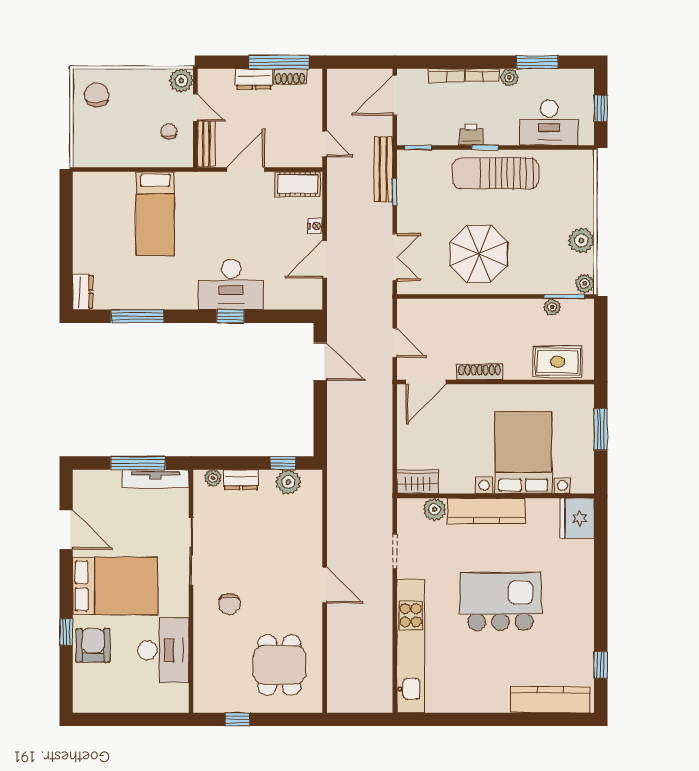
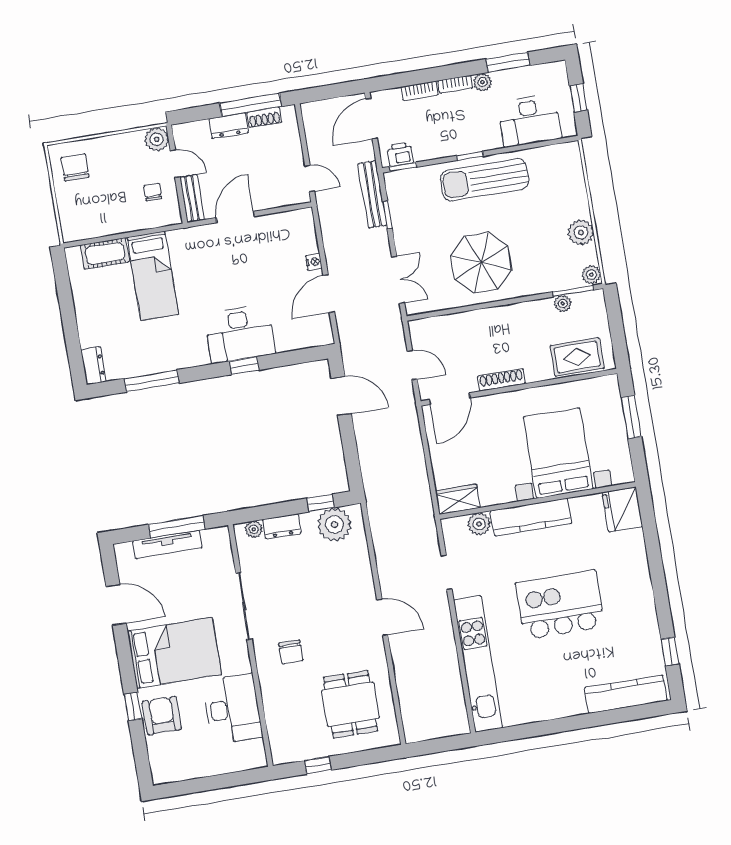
printer: (471, 135) -> (400, 154), moved
cot: (297, 184) -> (105, 253), moved
tv unit: (155, 479) -> (167, 544), moved
plant: (288, 482) -> (334, 524), width x1.36, depth x1.36

